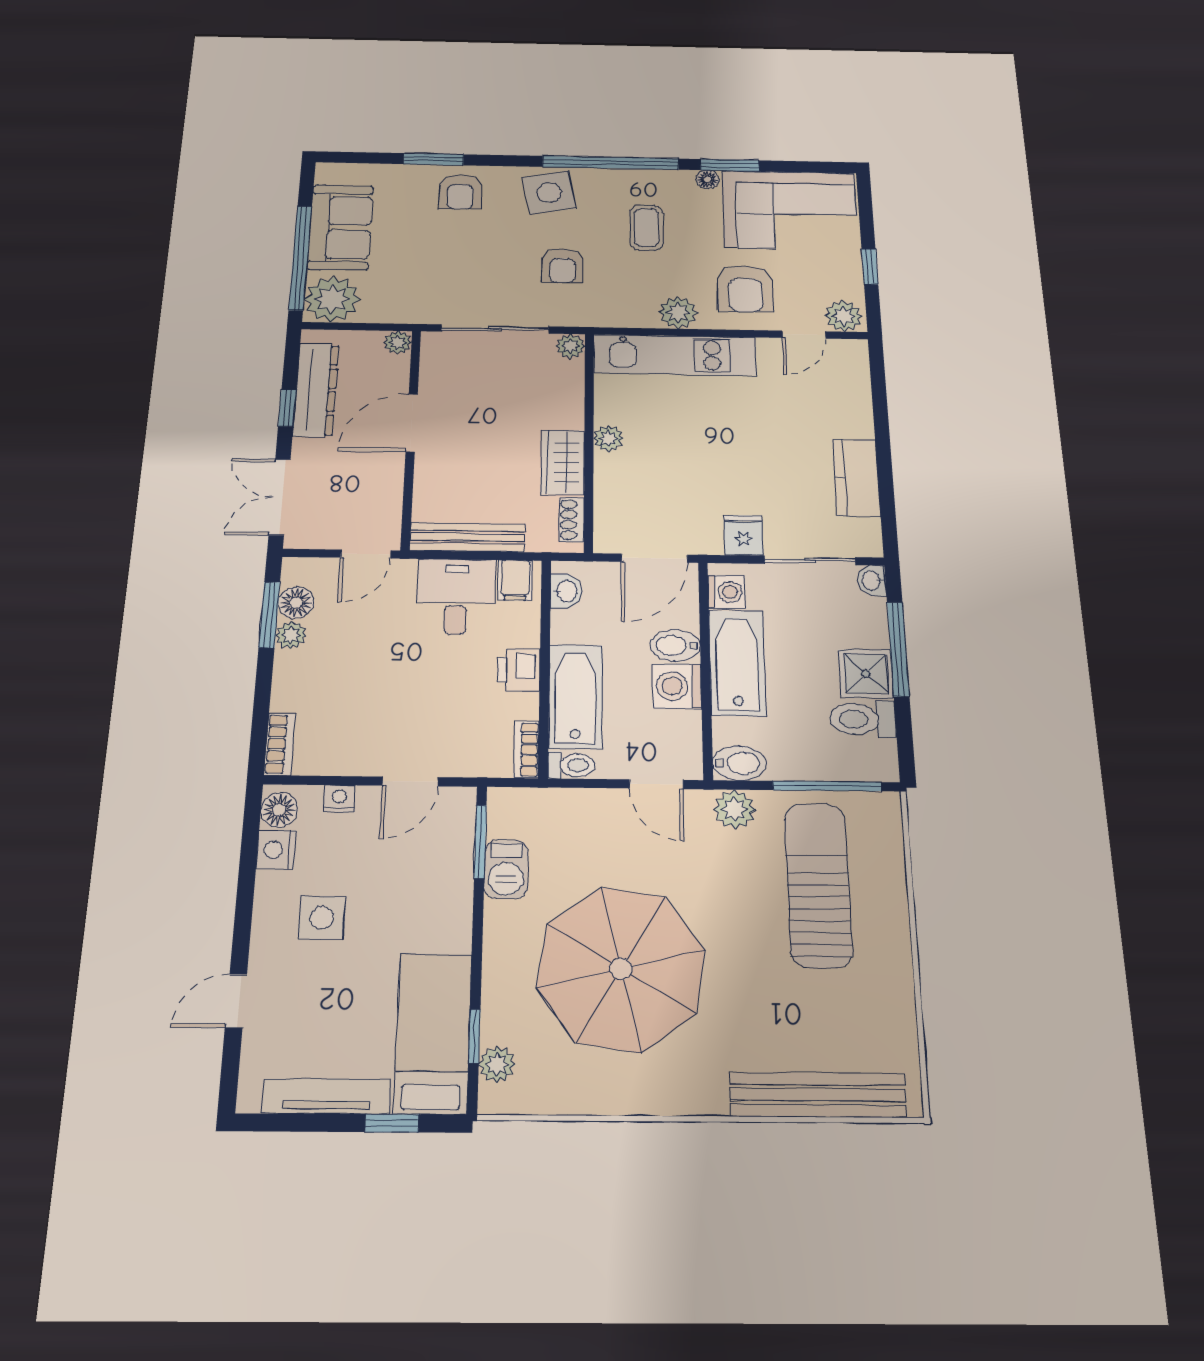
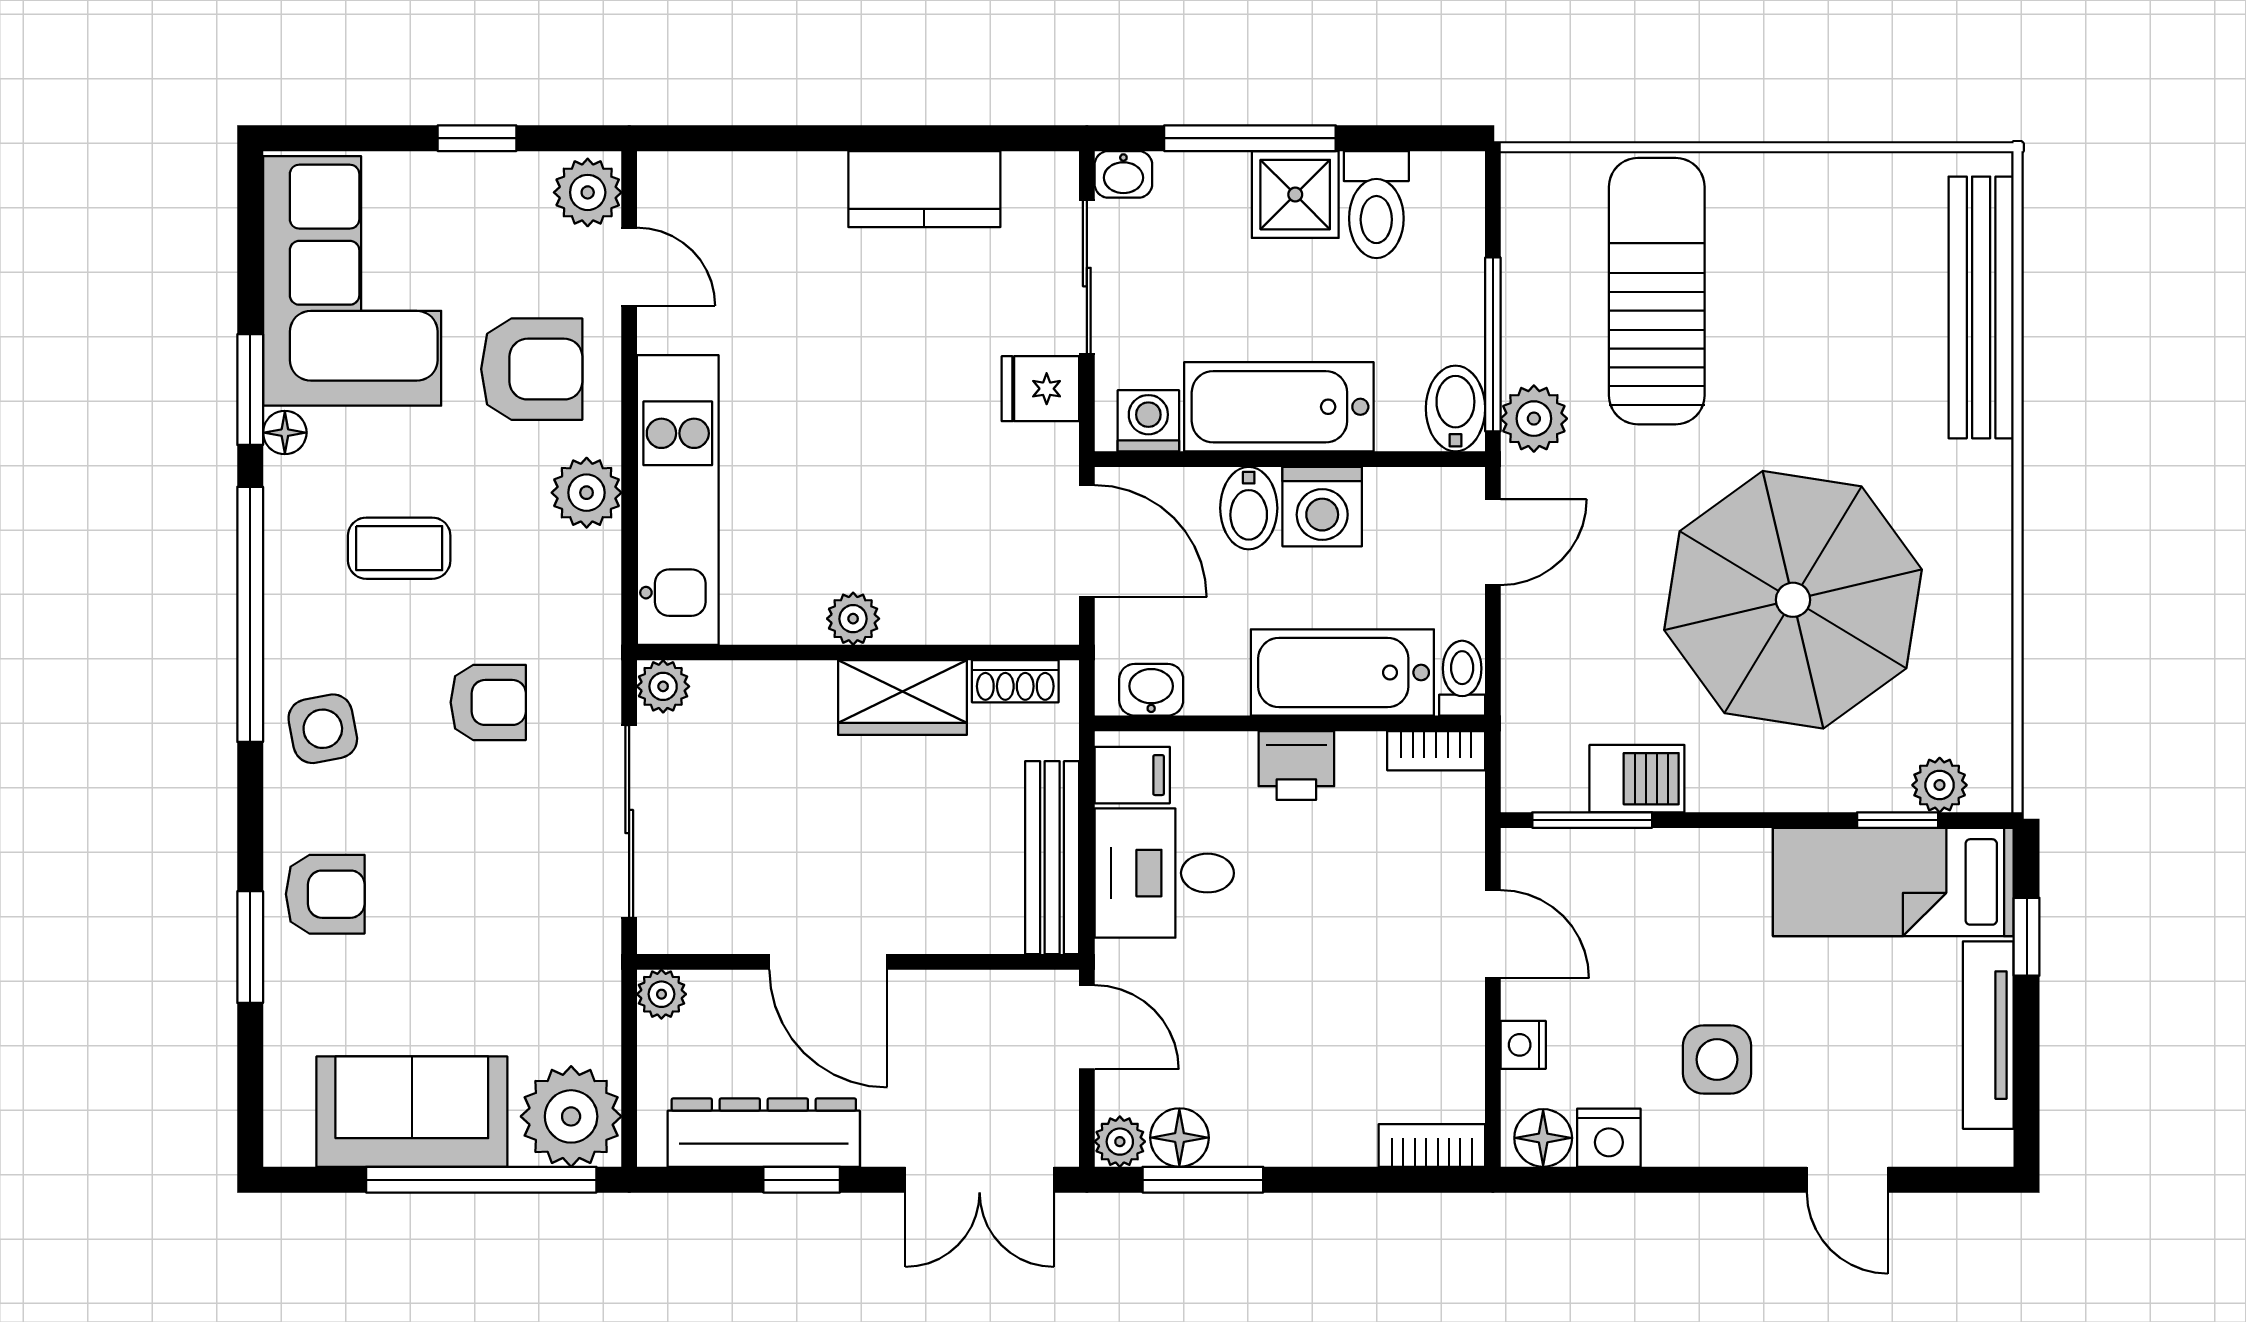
side table: (549, 193) -> (323, 729), width x0.73, depth x0.73
plant: (291, 635) -> (1120, 1142), moved
window: (827, 786) -> (1493, 344), moved
sun lounger: (818, 885) -> (1657, 291), turned 90

